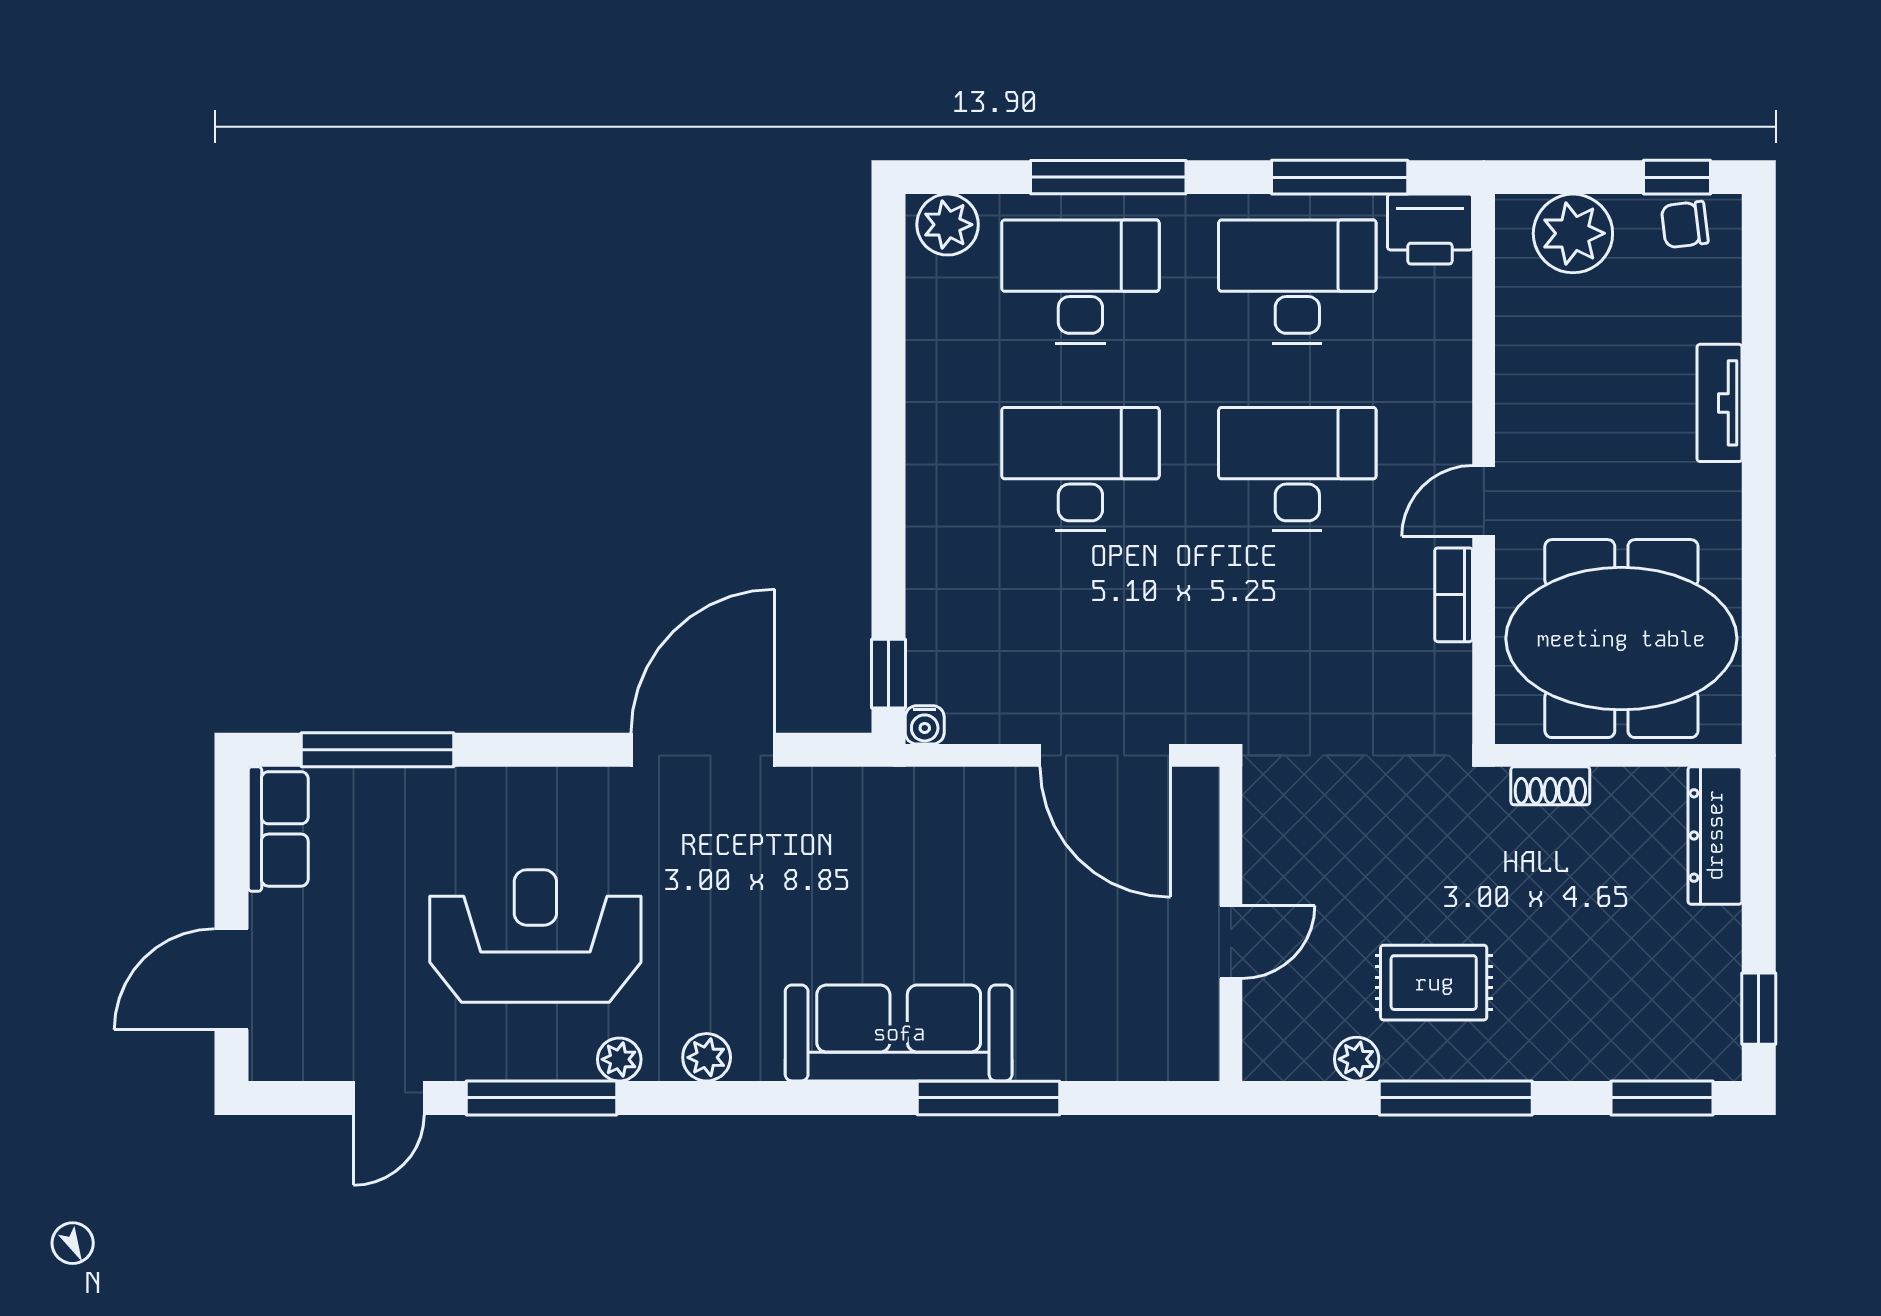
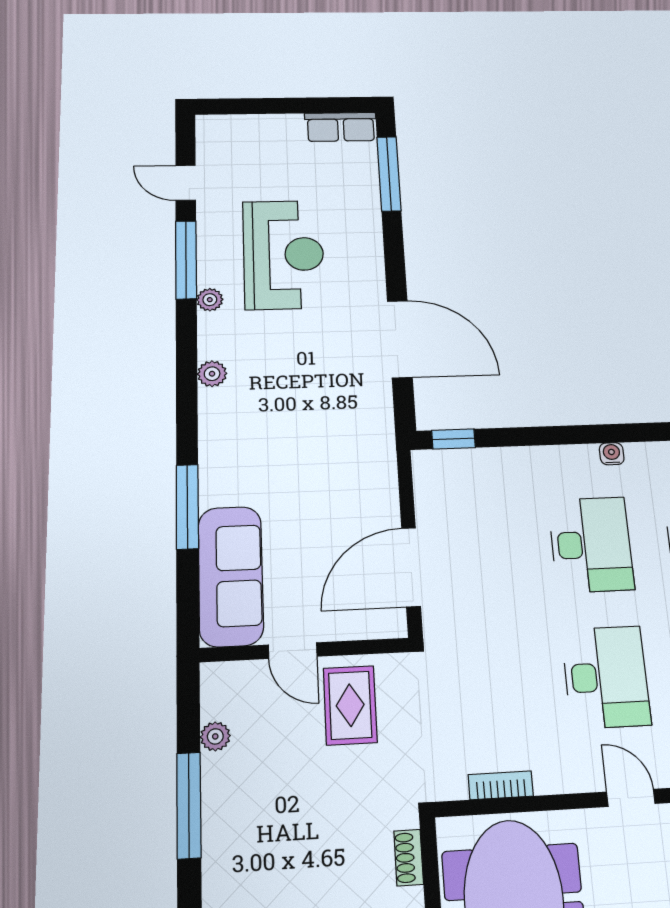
door: (1484, 501) -> (631, 798), moved
bookcase: (1454, 595) -> (501, 785), moved
water cooler: (925, 725) -> (612, 454), moved, turned 90
door: (232, 979) -> (254, 106), removed
rug: (1434, 983) -> (350, 705), moved
sofa: (899, 1033) -> (231, 576), moved
plant: (707, 1057) -> (212, 374), moved

